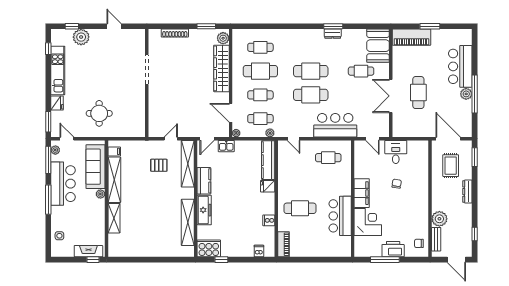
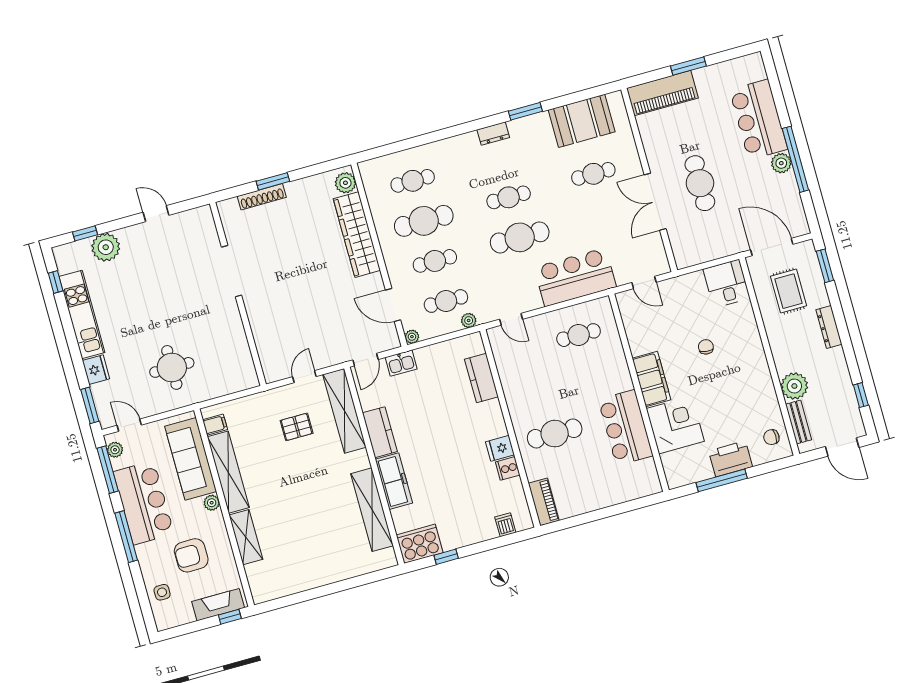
window: (206, 26) -> (273, 181), moved
dresser: (333, 34) -> (493, 134), moved
booth: (378, 46) -> (582, 121), moved, turned 90
cafe table: (311, 71) -> (509, 197), width x0.73, depth x0.74
desk: (396, 152) -> (727, 284), moved
kitchen counter: (268, 160) -> (481, 378), width x0.67
fridge: (268, 186) -> (500, 448), moved
armchair: (81, 220) -> (191, 555), added

